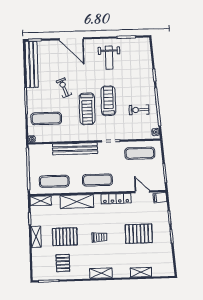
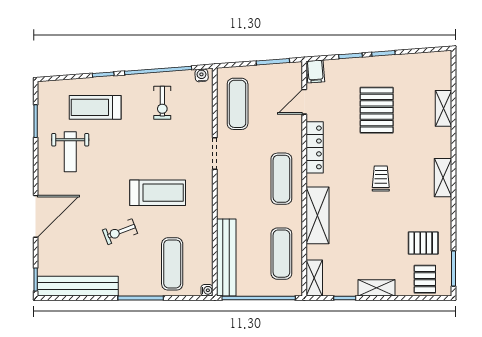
weight bench: (109, 58) -> (70, 152), turned 90
treadmill: (108, 101) -> (95, 107), moved
bench: (75, 149) -> (226, 258), moved
pallet: (65, 237) -> (425, 279), moved, width x0.67, depth x0.71

